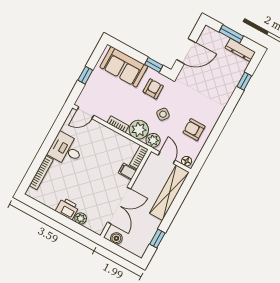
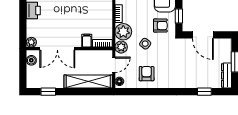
plant: (81, 218) -> (31, 42), moved

